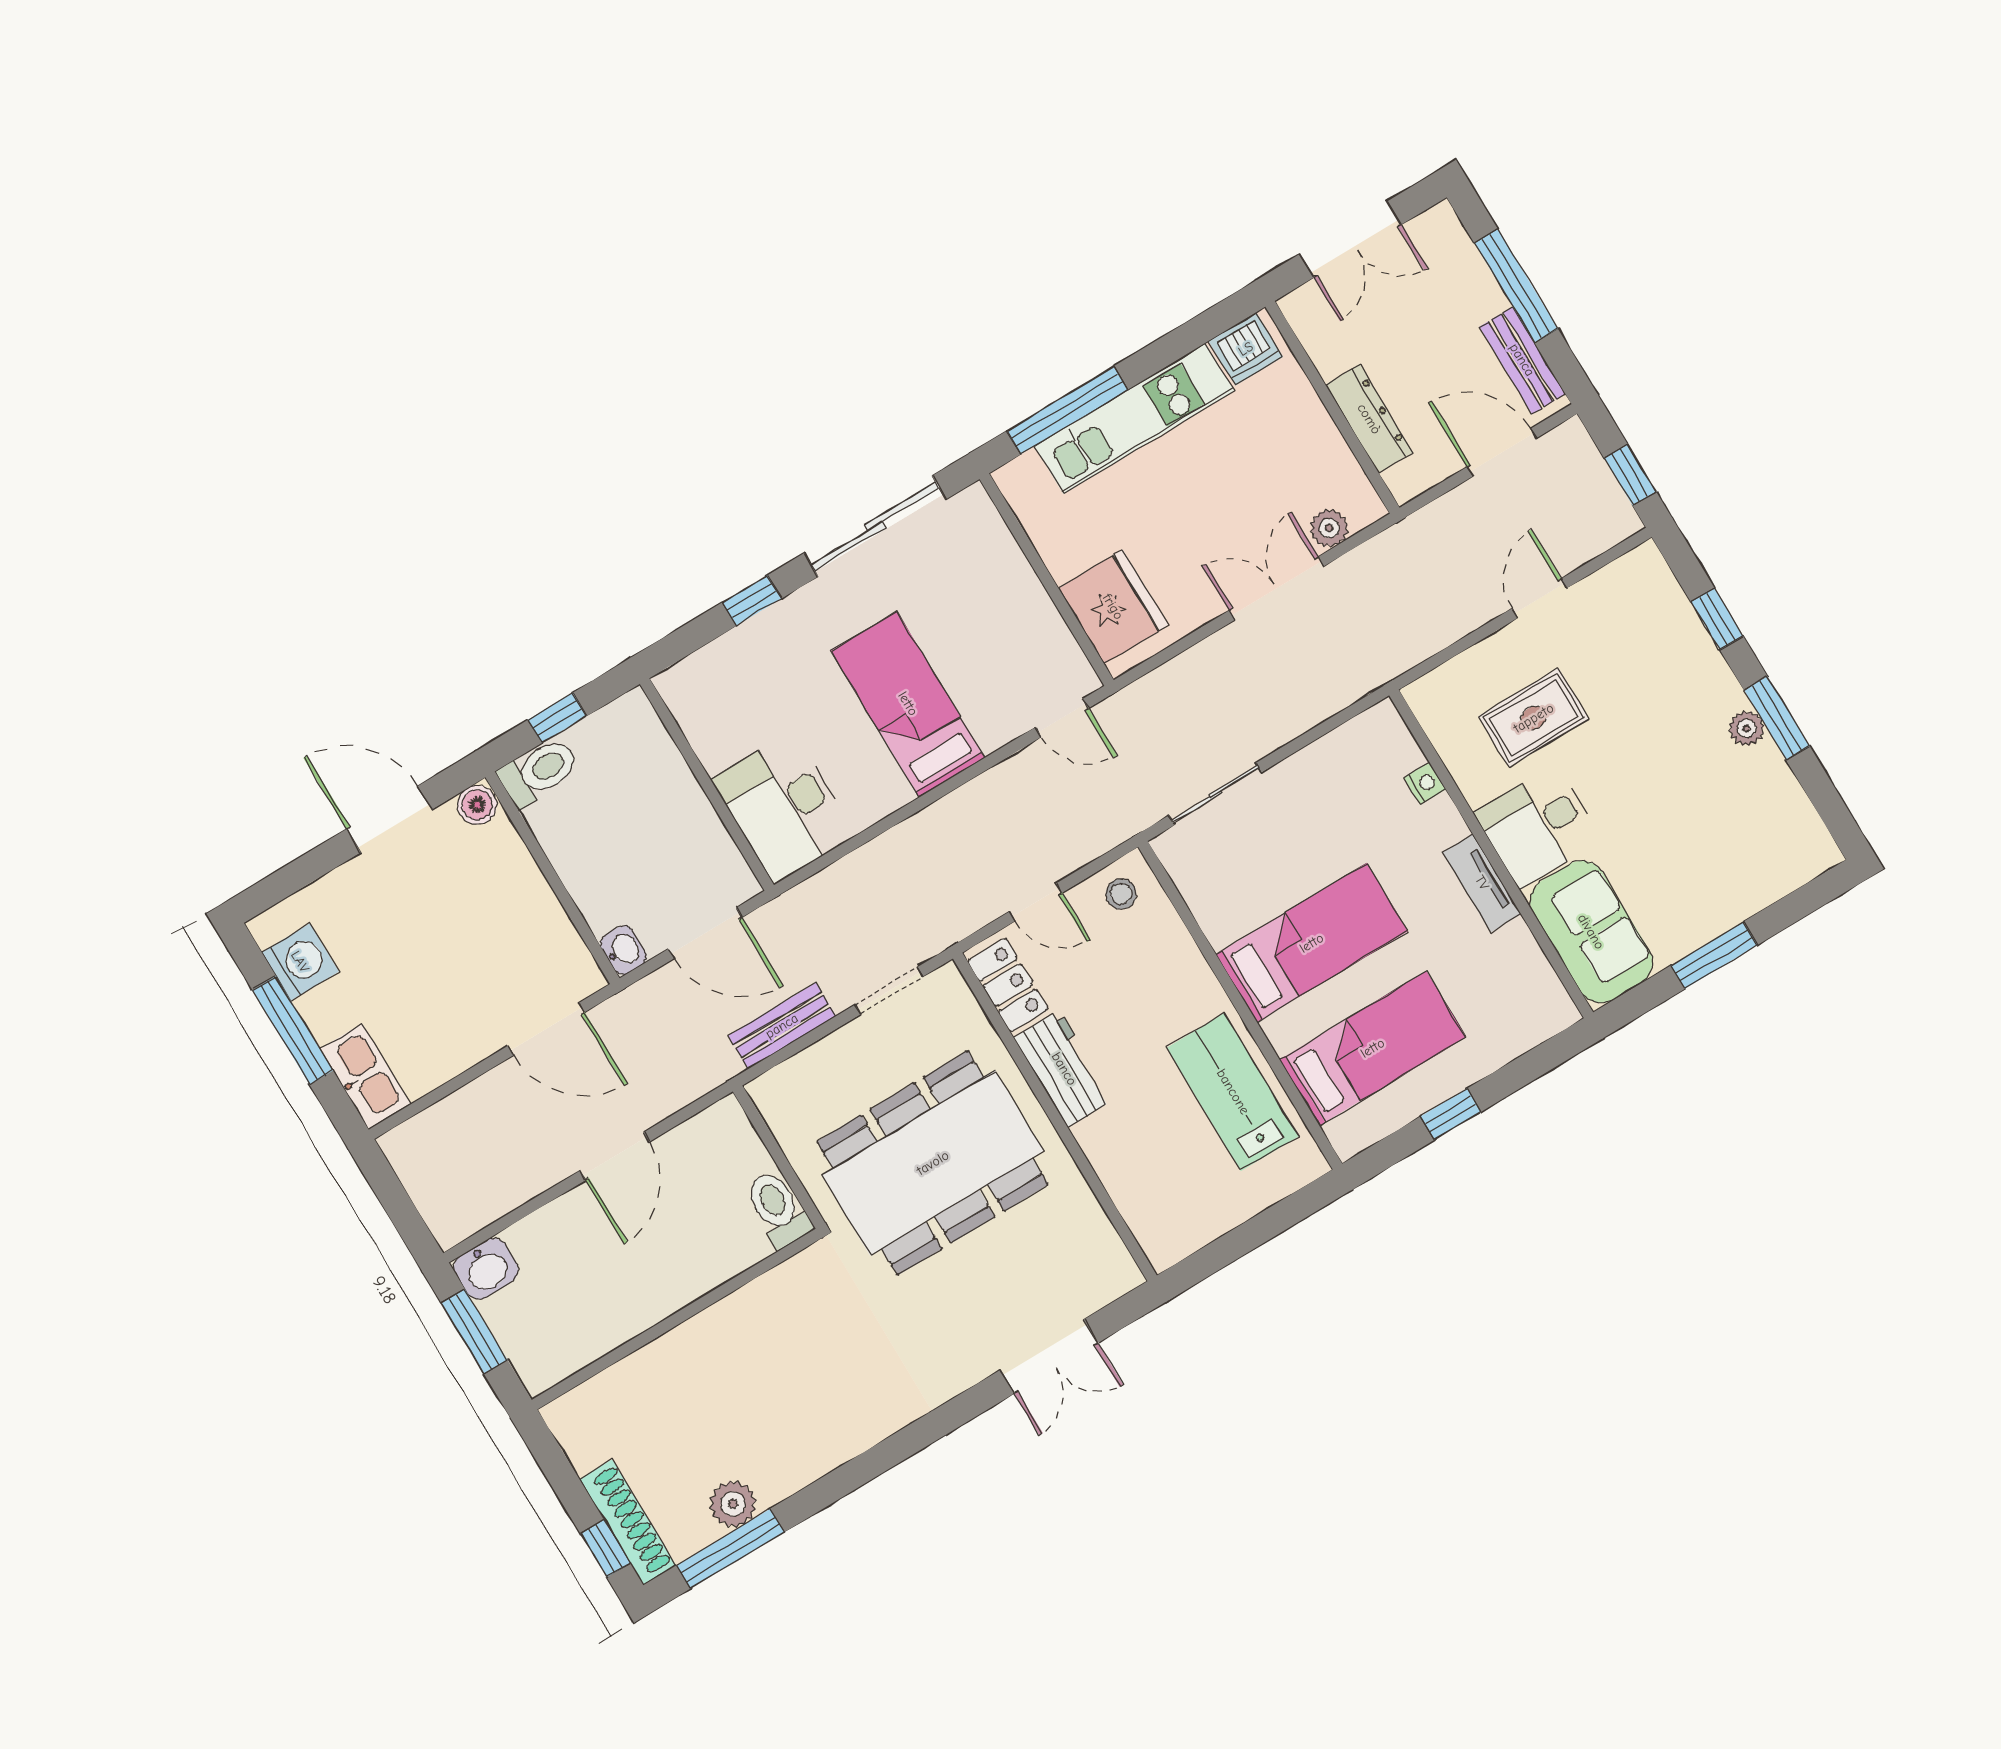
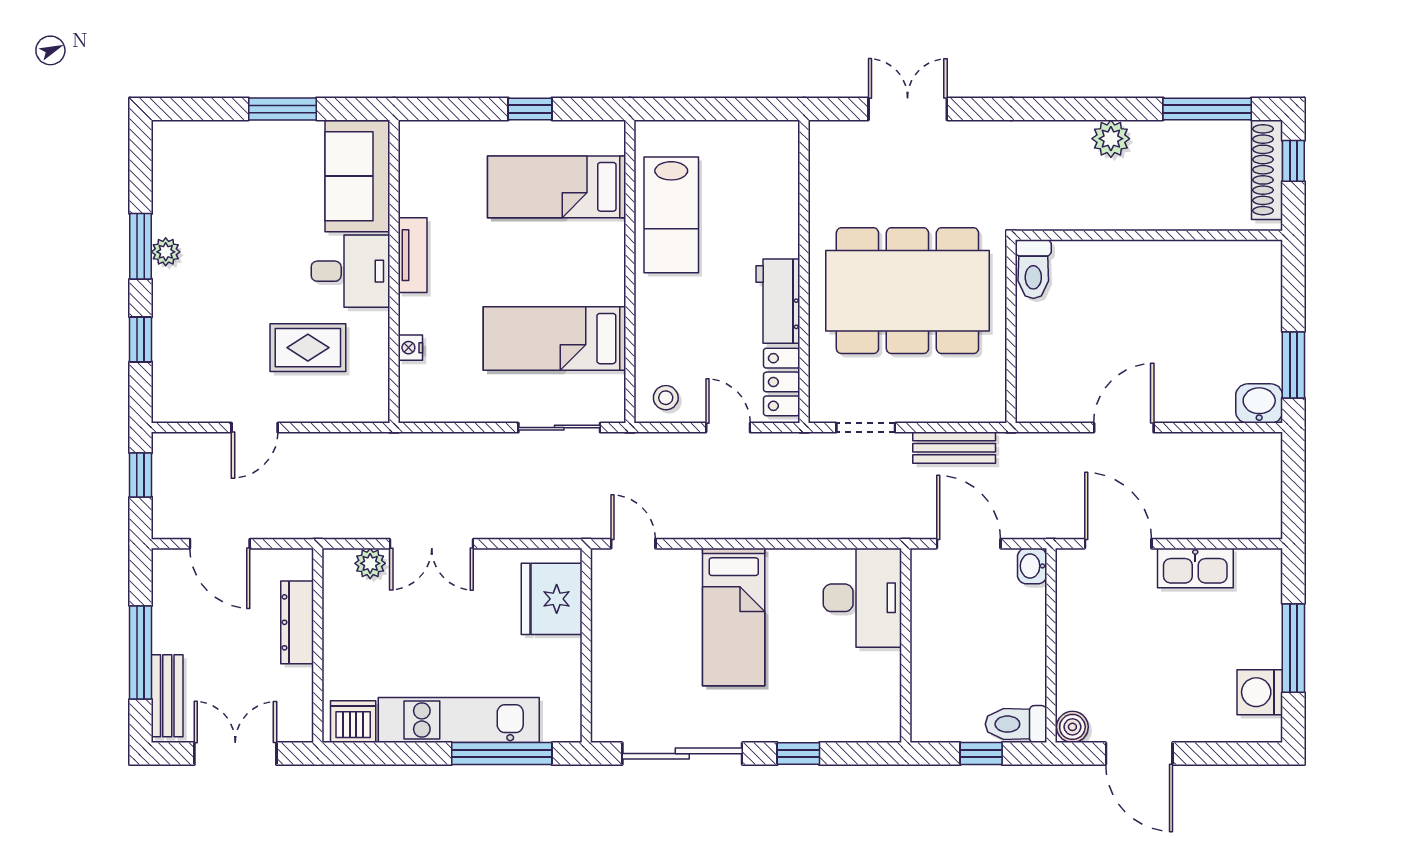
bench: (1522, 360) -> (167, 696), moved
bed: (1312, 943) -> (555, 339), moved
kitchen sink: (365, 1076) -> (1195, 568), moved, turned -90
toilet: (778, 1209) -> (1033, 269), moved
wall: (676, 1319) -> (1149, 235), moved
plant: (733, 1504) -> (1111, 139), moved

